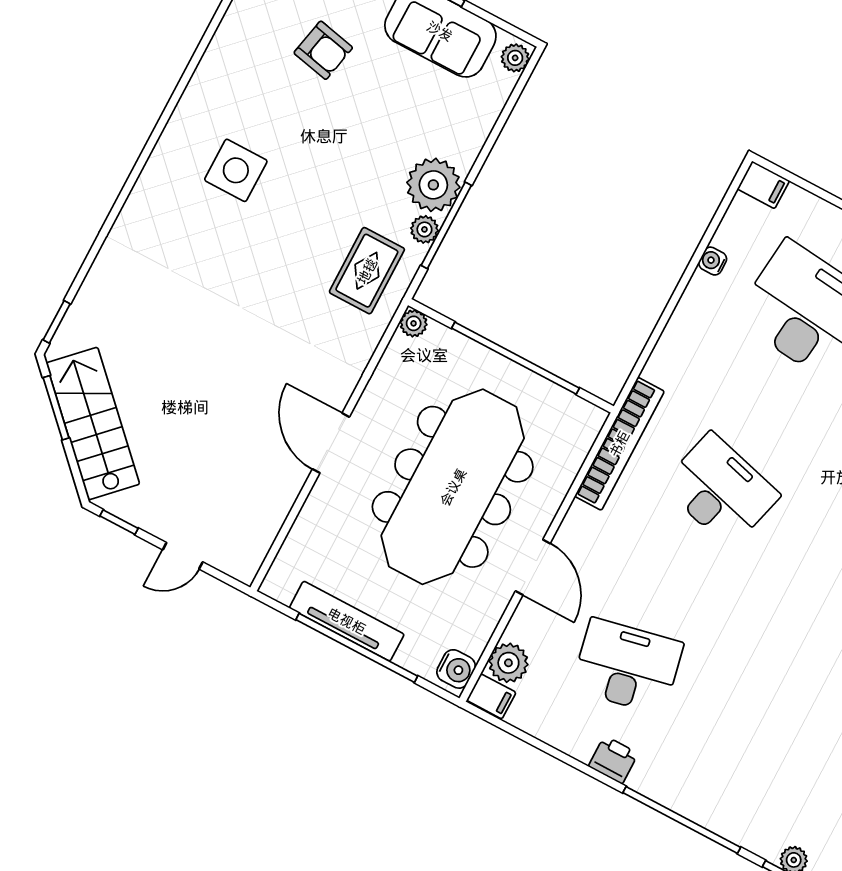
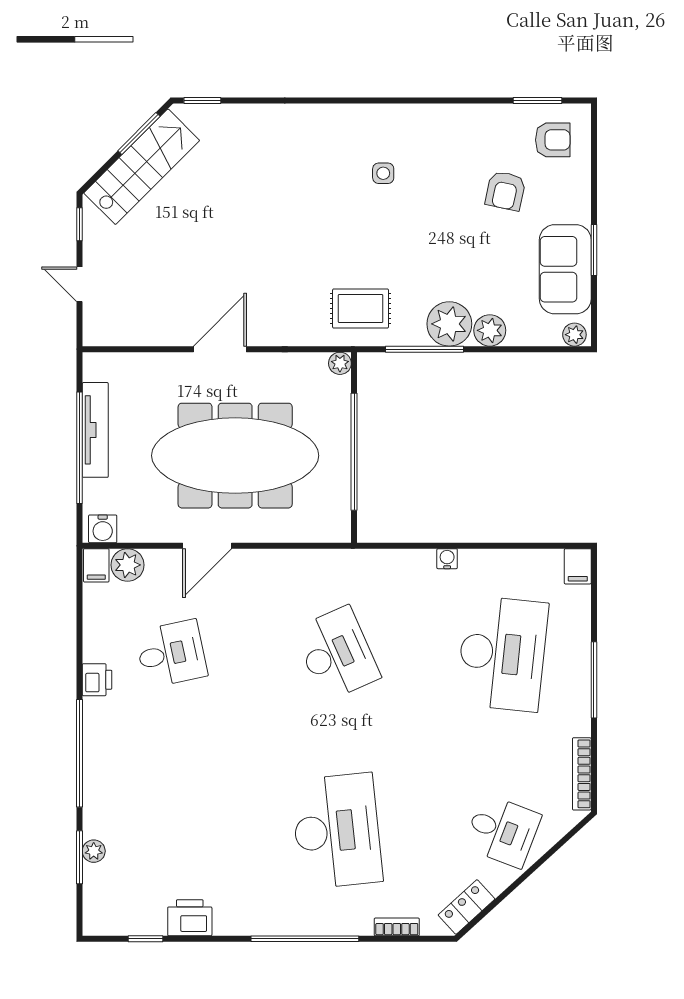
side table: (236, 170) -> (383, 173), width x0.54, depth x0.54
plant: (424, 229) -> (490, 330), moved, width x1.38, depth x1.38
water cooler: (713, 261) -> (447, 559), moved
bookcase: (619, 444) -> (332, 561), removed
desk: (721, 490) -> (337, 654), turned -39
desk: (627, 666) -> (171, 654), width x0.73

